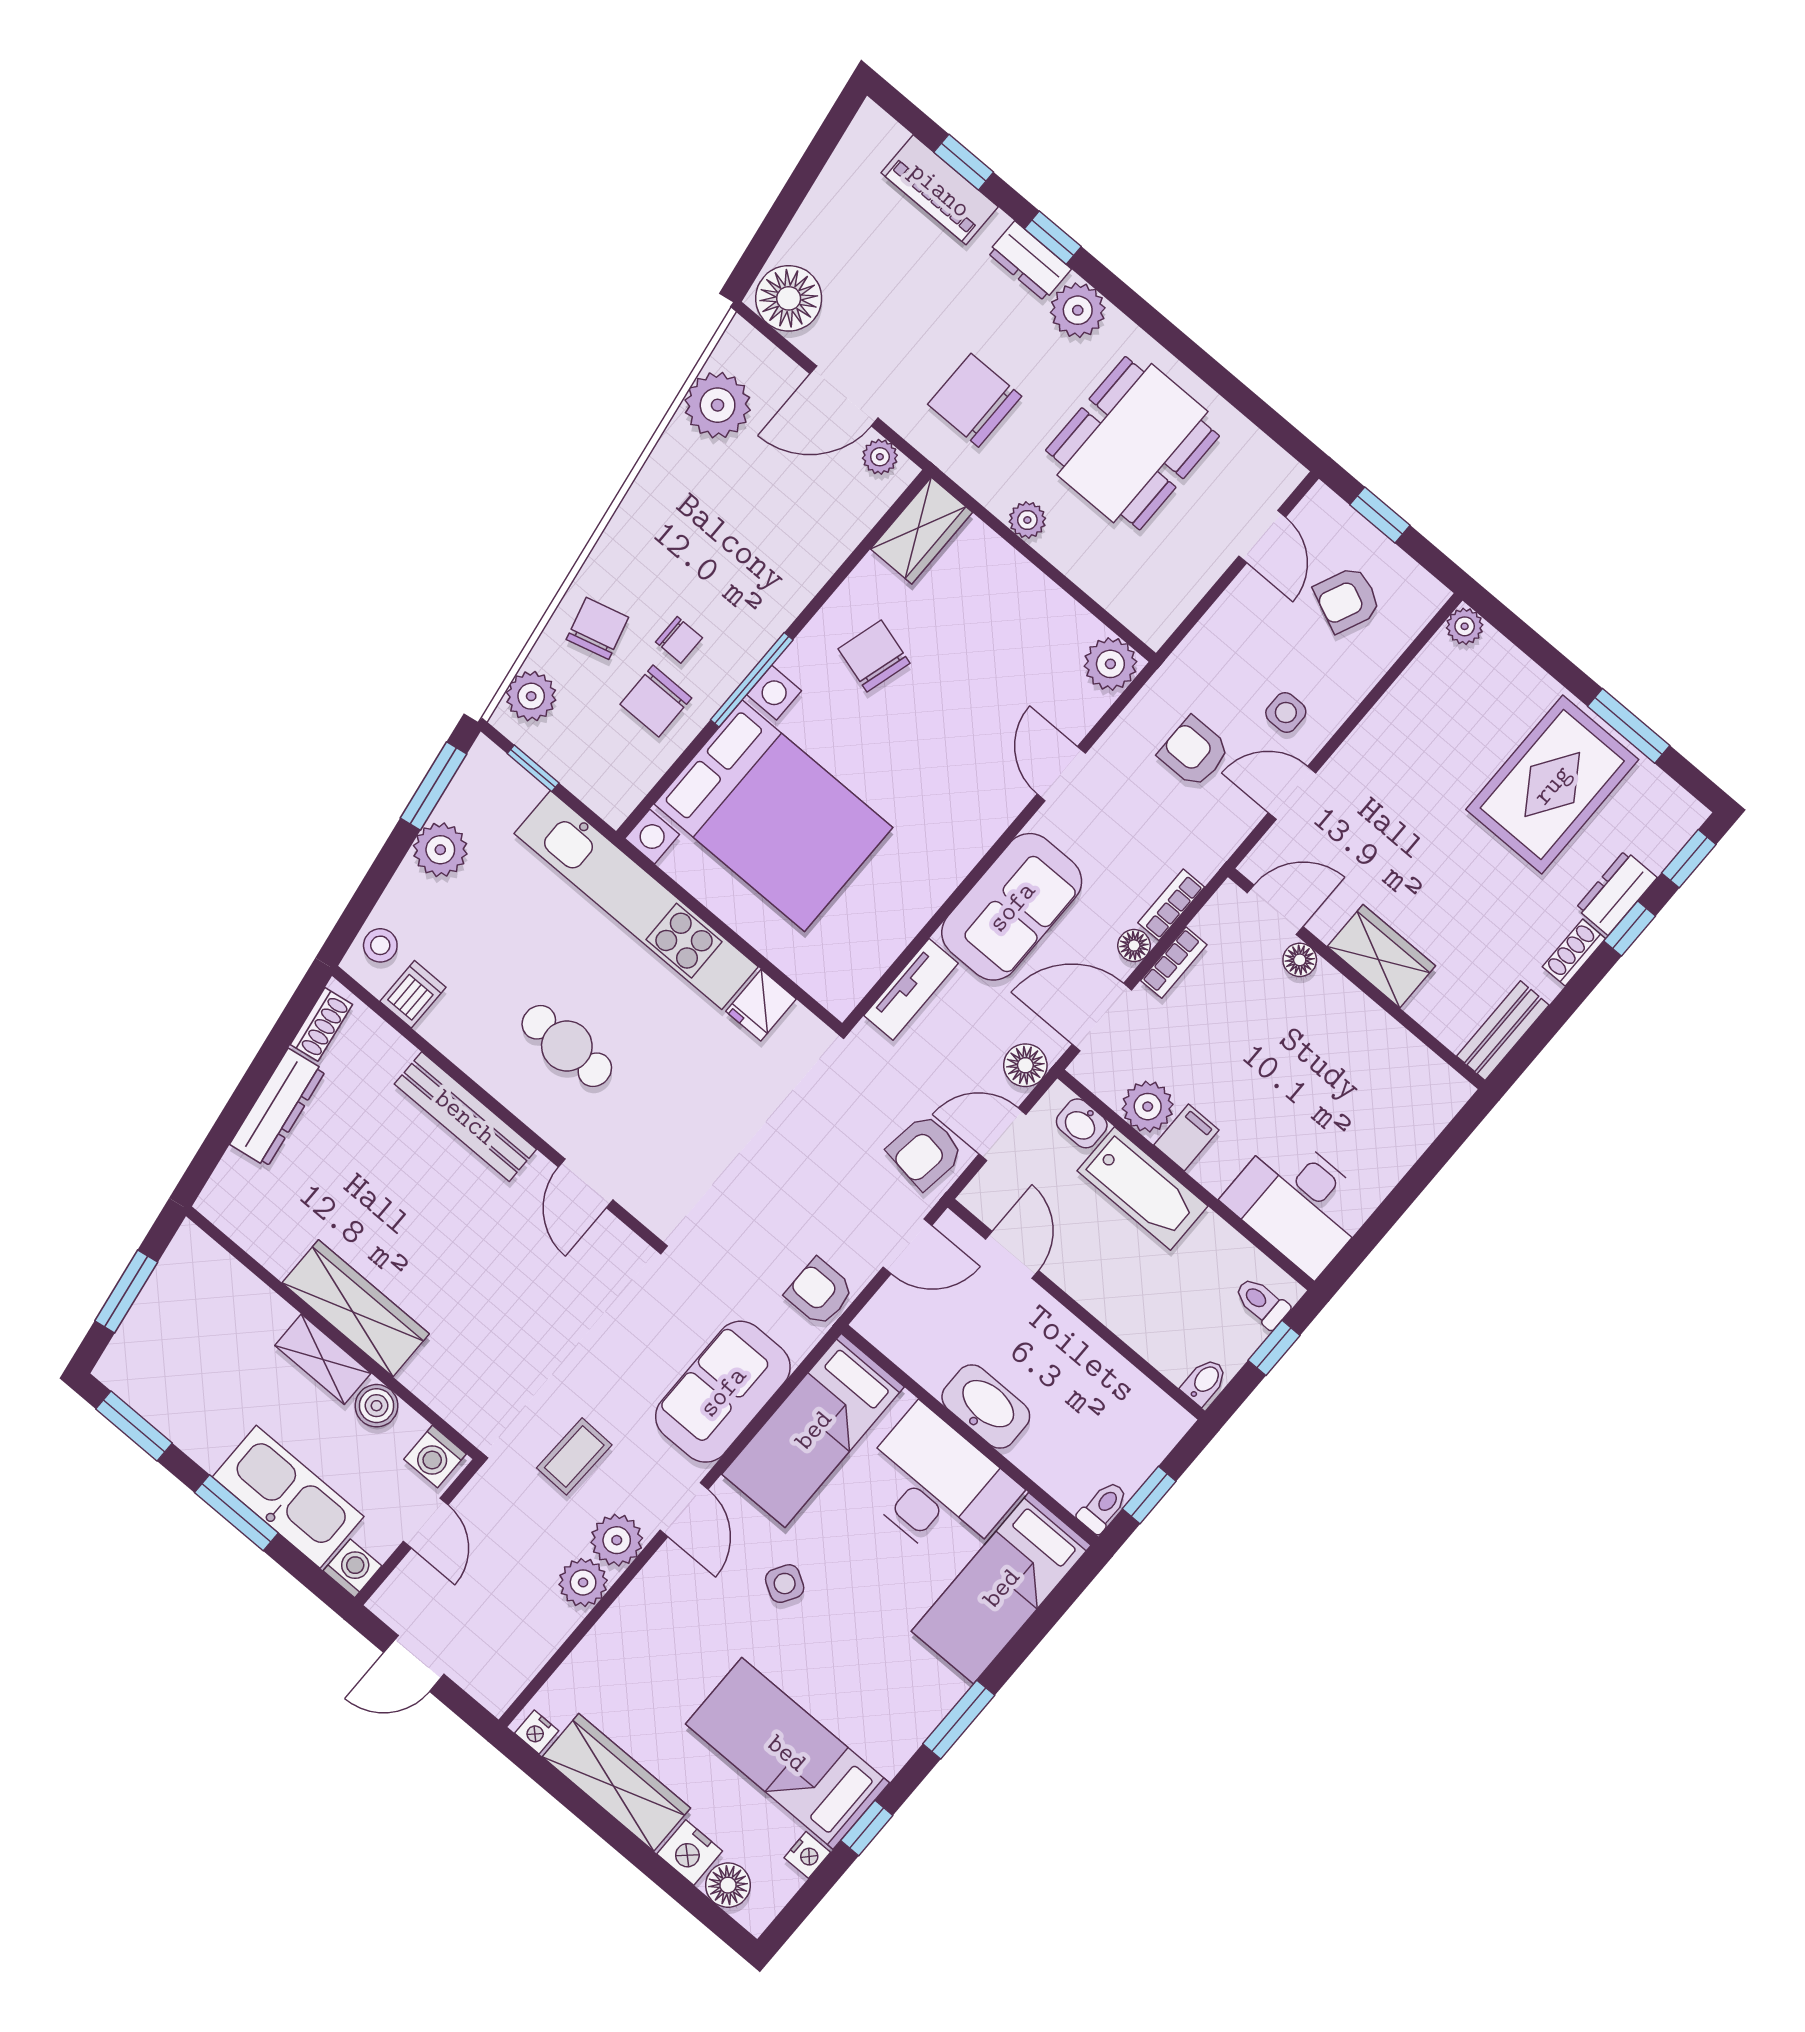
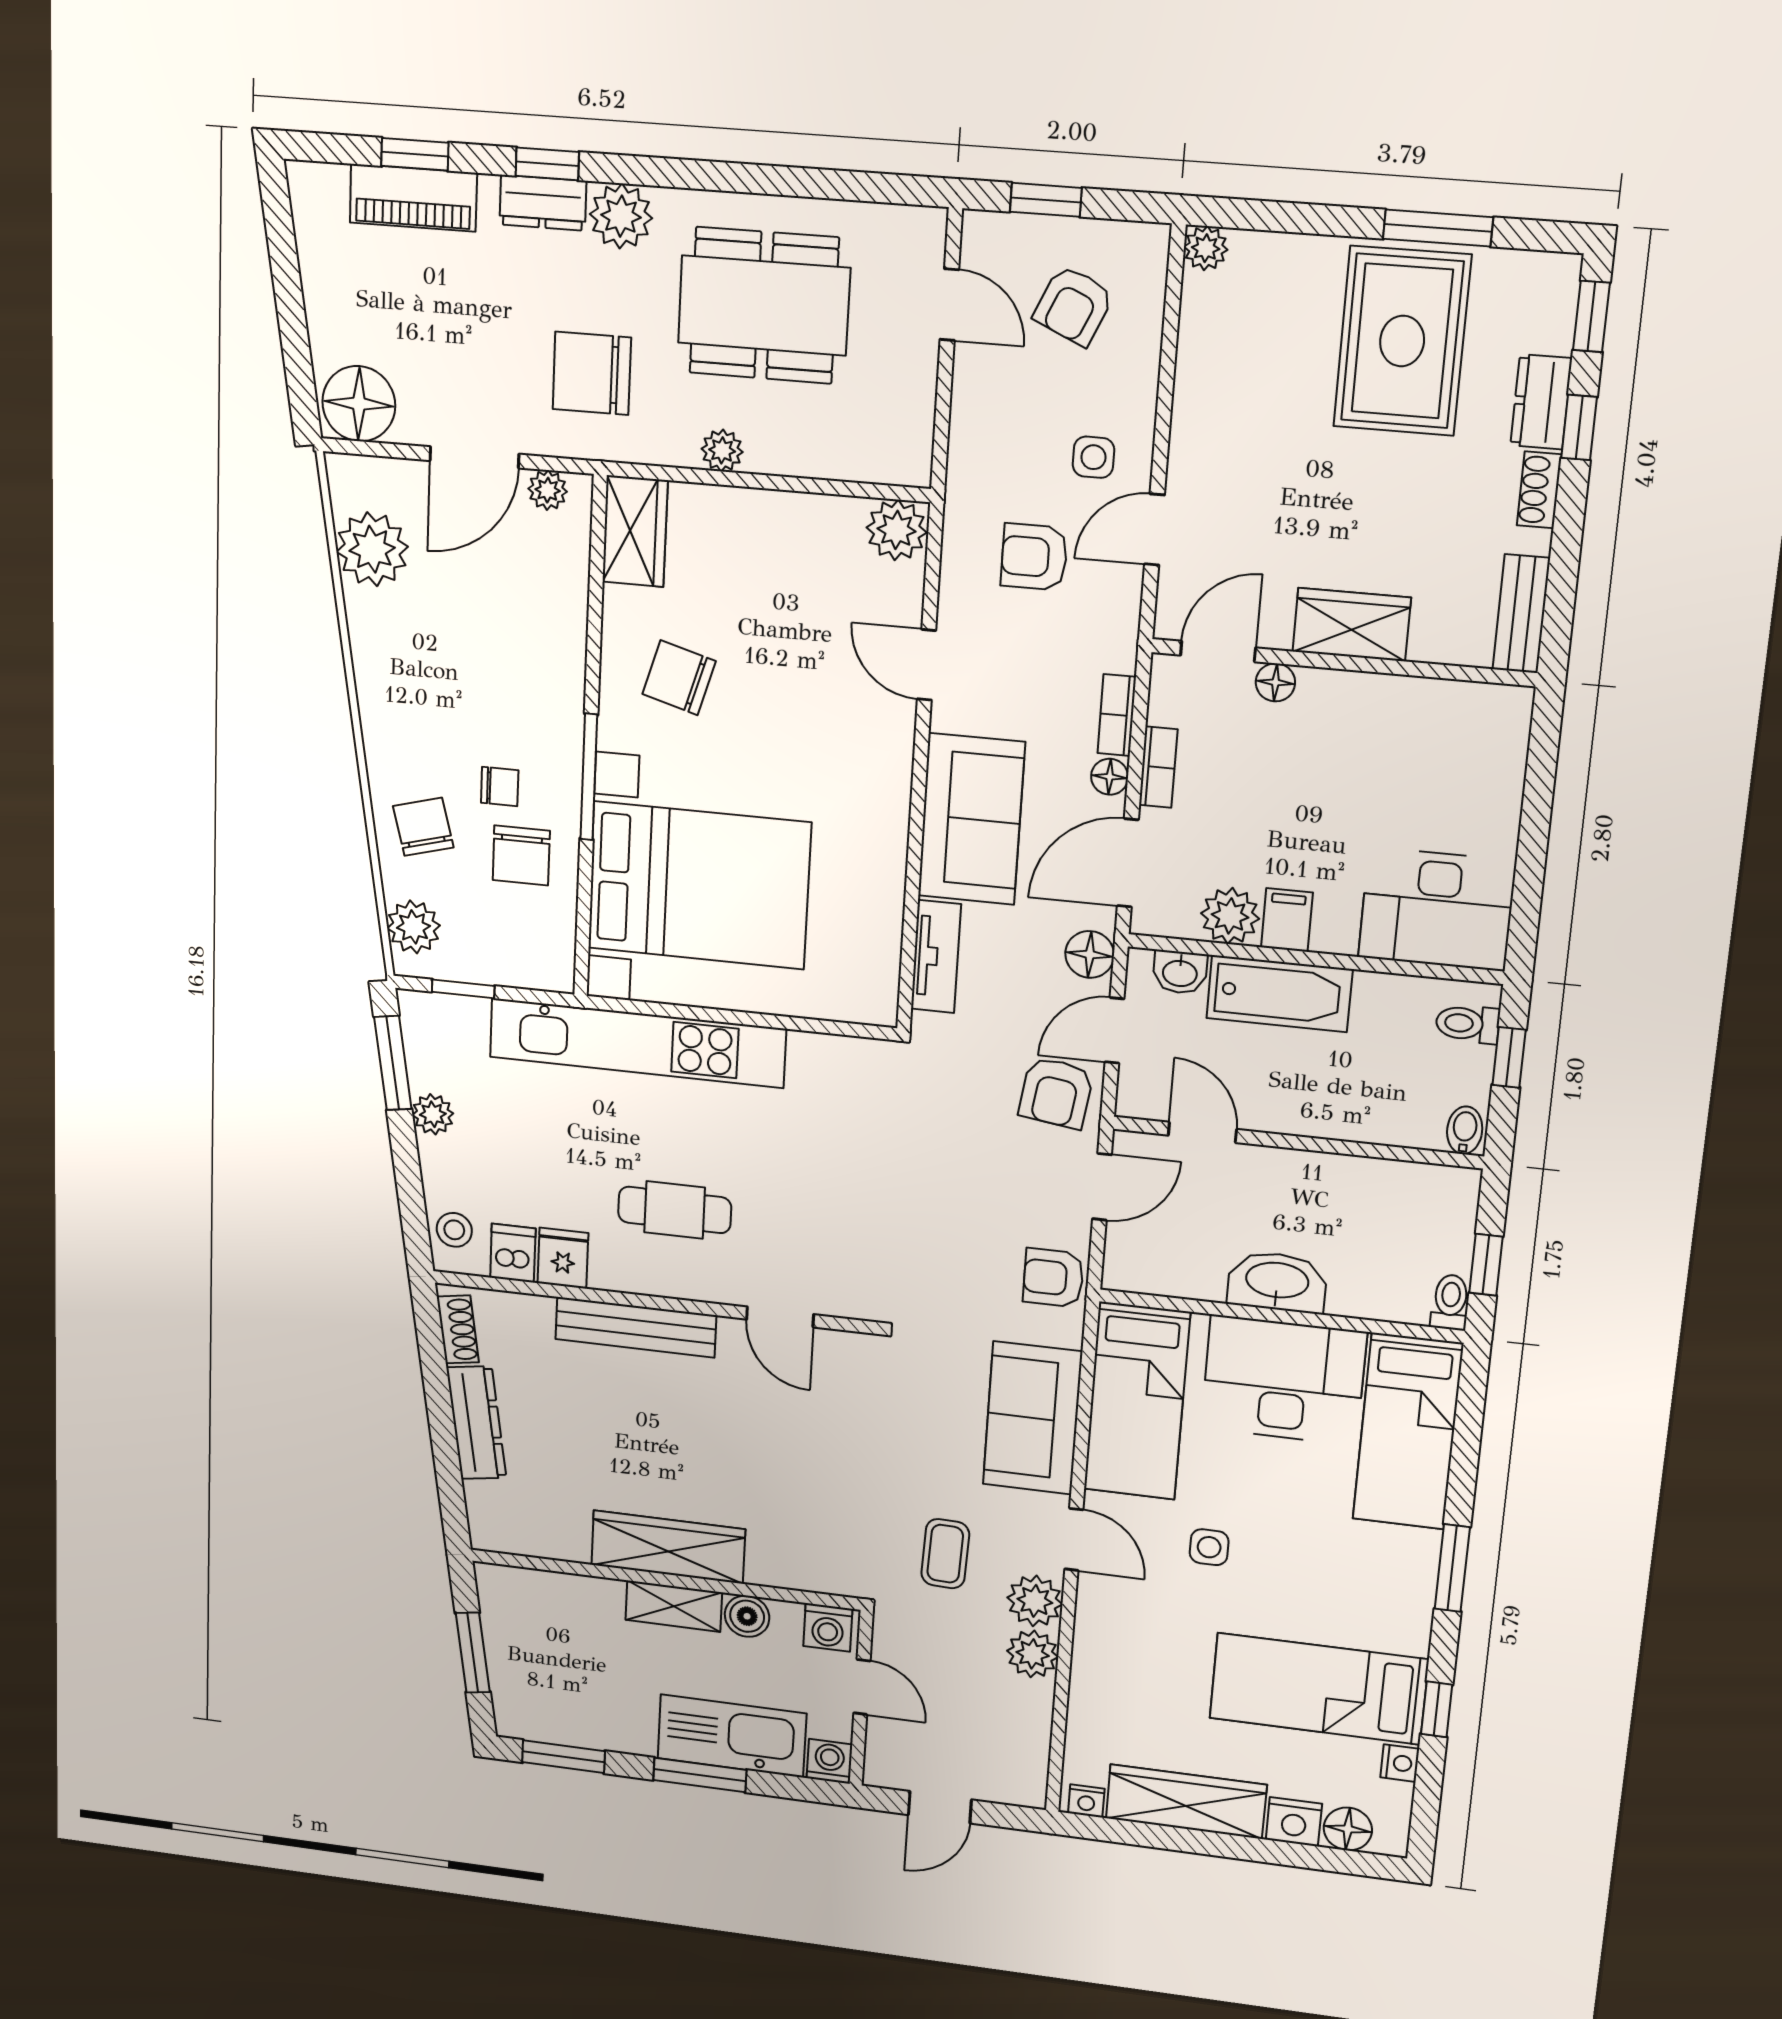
dining table: (1132, 443) -> (764, 305), turned 90
plant: (440, 850) -> (433, 1114), width x0.73, depth x0.73
fridge: (761, 1005) -> (563, 1258), moved, turned 180
side table: (785, 1584) -> (1209, 1547), turned -31

